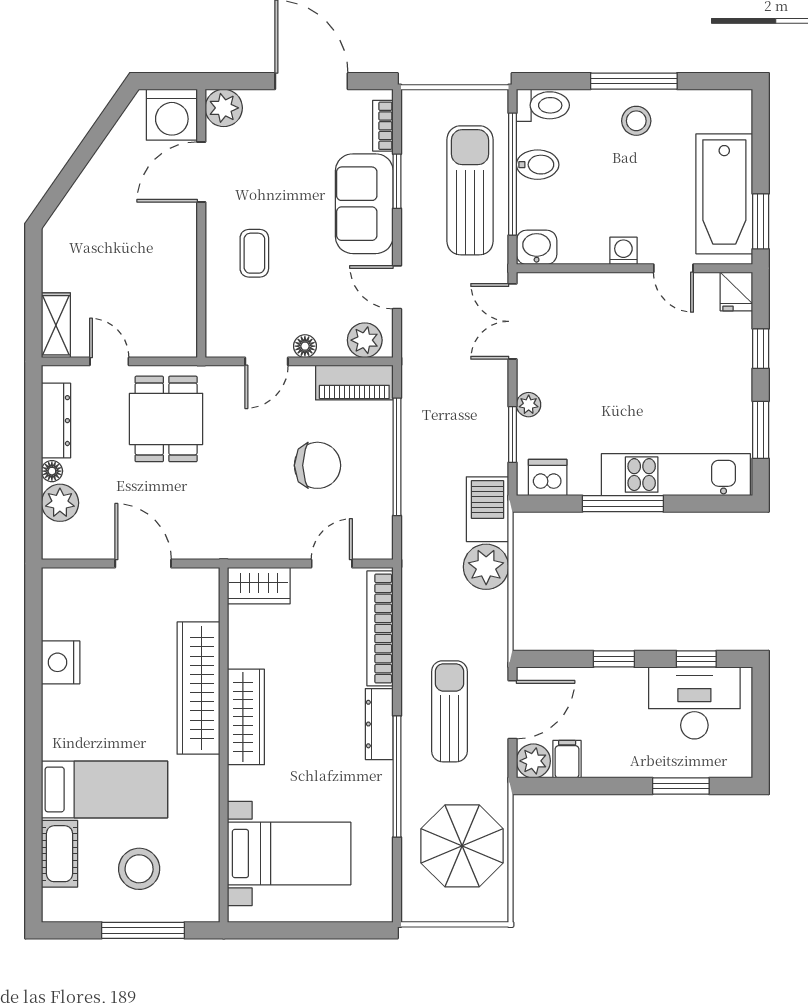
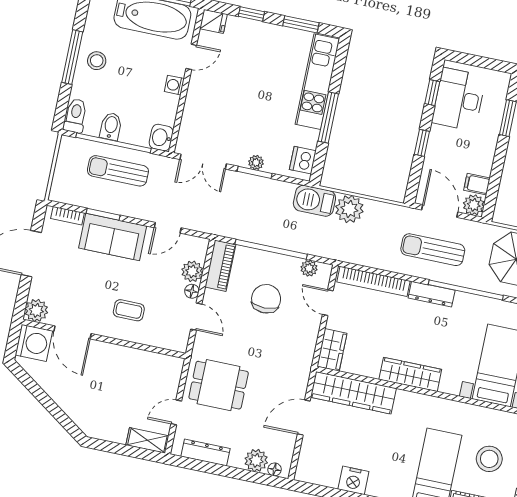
sun lounger: (470, 190) -> (118, 171), width x0.73, depth x0.75
plant: (365, 340) -> (192, 271), moved
window: (512, 434) -> (255, 172), moved
floor lamp: (52, 471) -> (274, 469), moved
plant: (380, 523) -> (309, 268), added
wardrobe: (198, 688) -> (353, 393), moved

